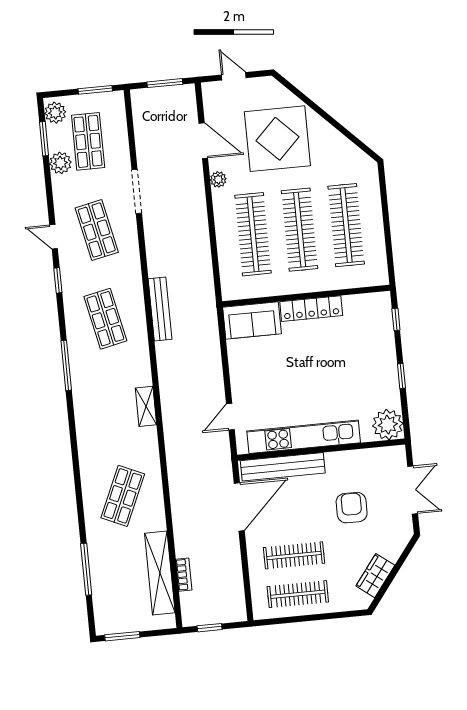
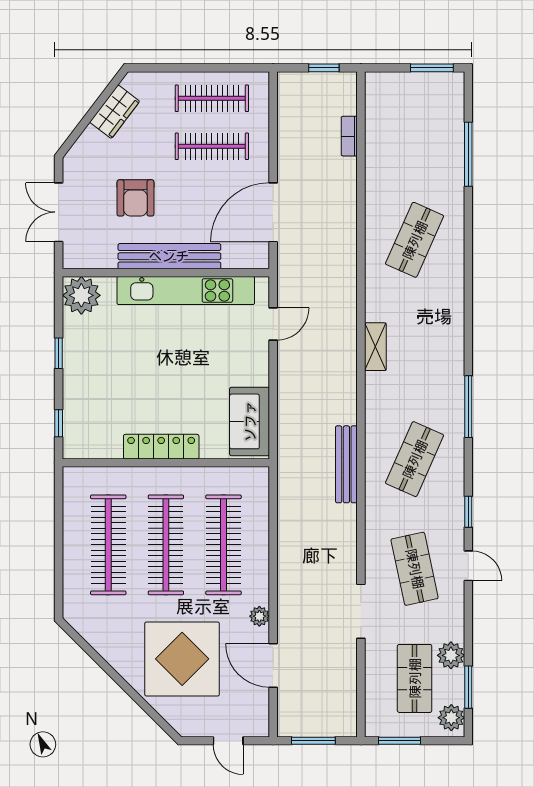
shop shelf: (105, 319) -> (415, 459), turned 36
sofa: (252, 320) -> (250, 421), moved, turned -90
bench: (283, 467) -> (169, 256), moved
shelving: (160, 573) -> (378, 141), removed

